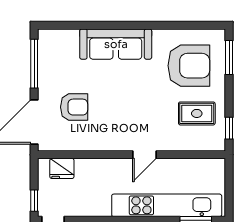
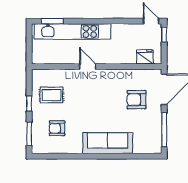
armchair: (189, 66) -> (57, 128), width x0.53, depth x0.53
window: (229, 128) -> (29, 103), moved
door: (144, 155) -> (88, 67), hinge flipped

